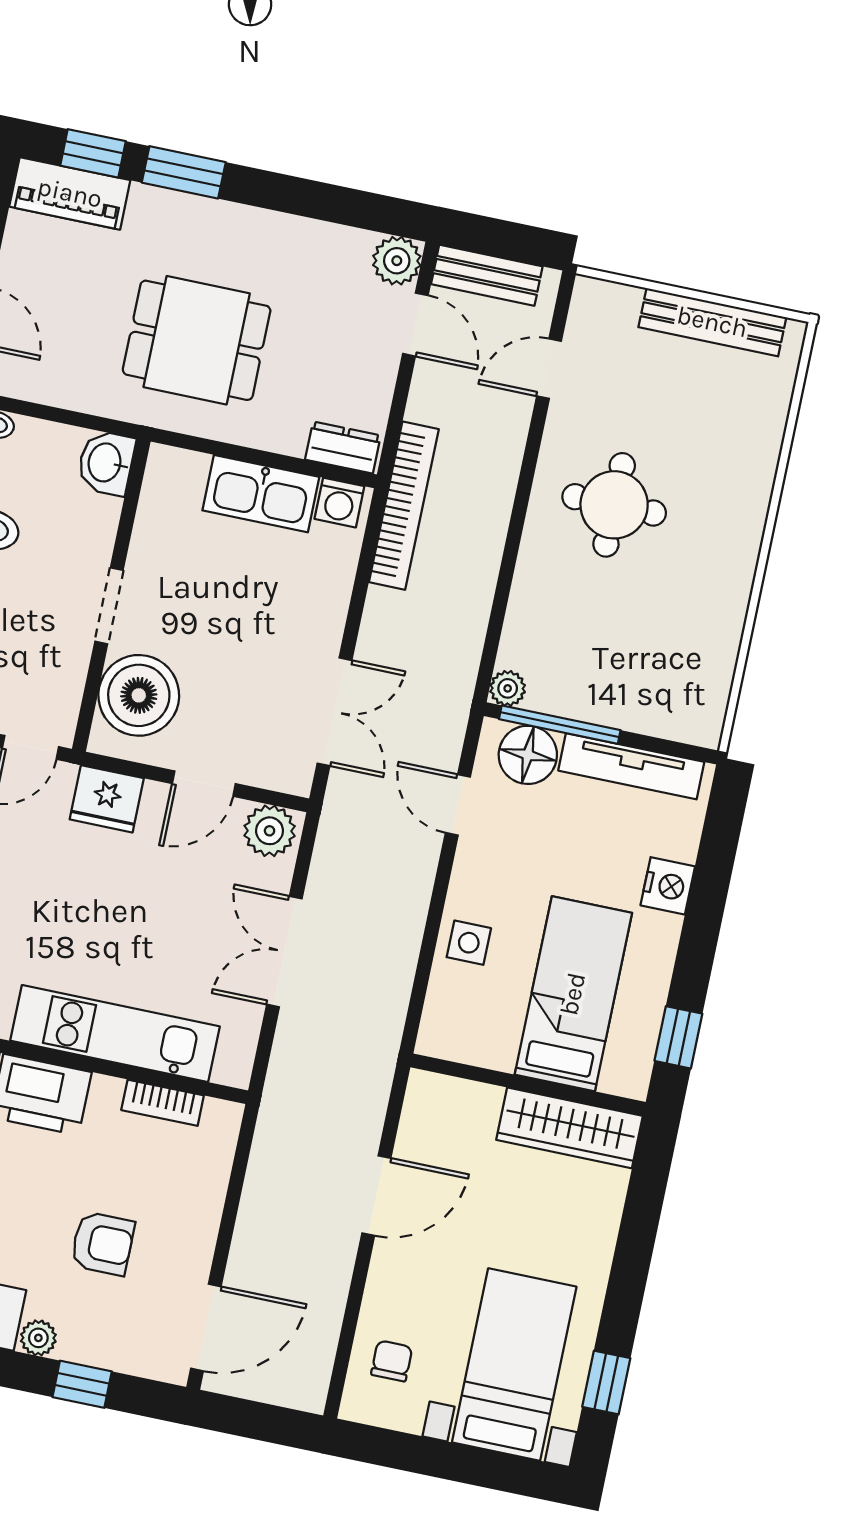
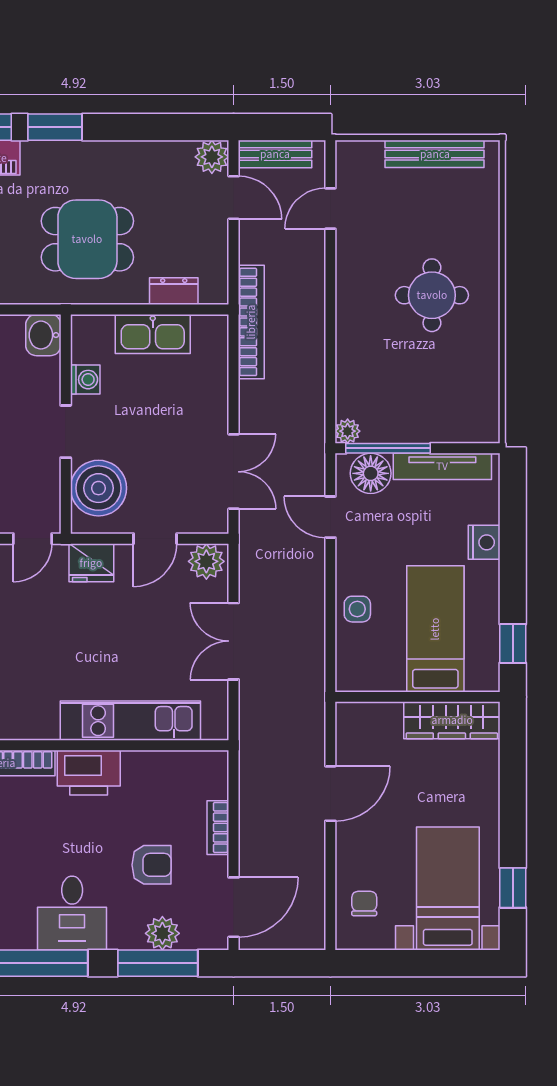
dresser: (343, 447) -> (174, 291), moved
washing machine: (339, 503) -> (85, 380), moved, turned -90
round table: (614, 505) -> (432, 295), moved
bookcase: (163, 1103) -> (218, 828), moved, turned 90
plant: (38, 1338) -> (162, 933), moved, width x1.38, depth x1.38
window: (82, 1384) -> (158, 963), width x2.17

